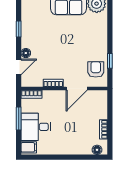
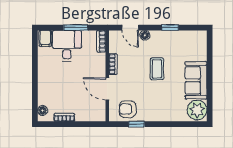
coffee table: (58, 42) -> (157, 69), added
armchair: (96, 69) -> (128, 109), turned 180

